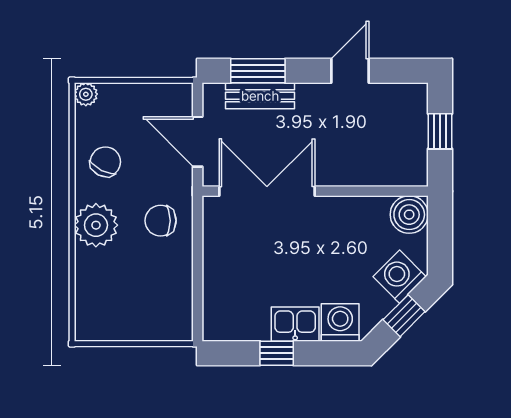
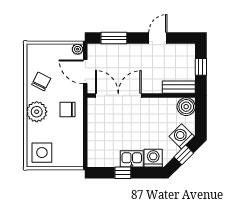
plant: (86, 94) -> (78, 49), moved
bench: (260, 96) -> (179, 87), moved
side table: (107, 311) -> (42, 153), added

